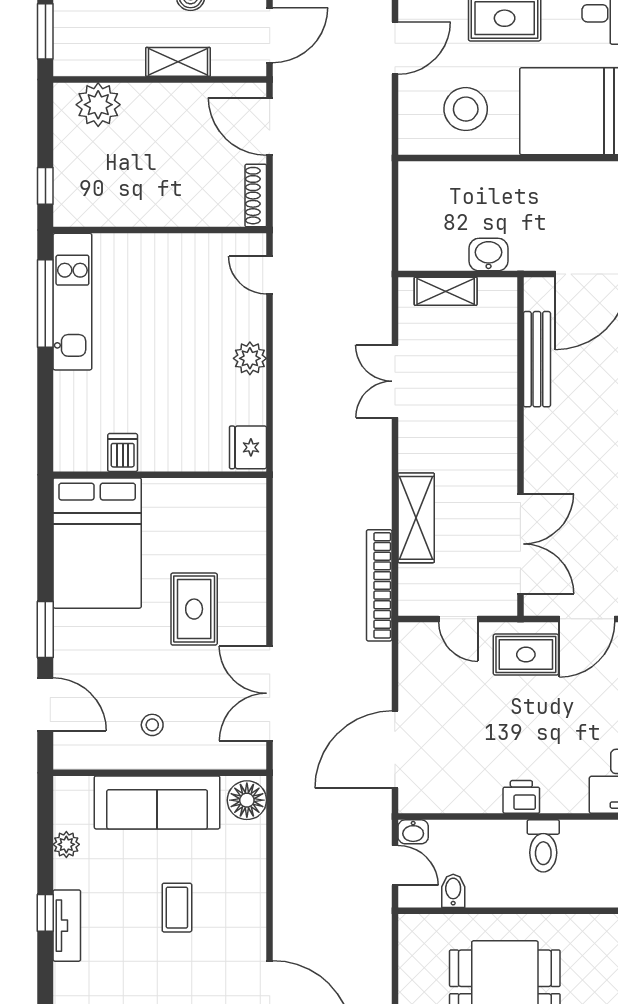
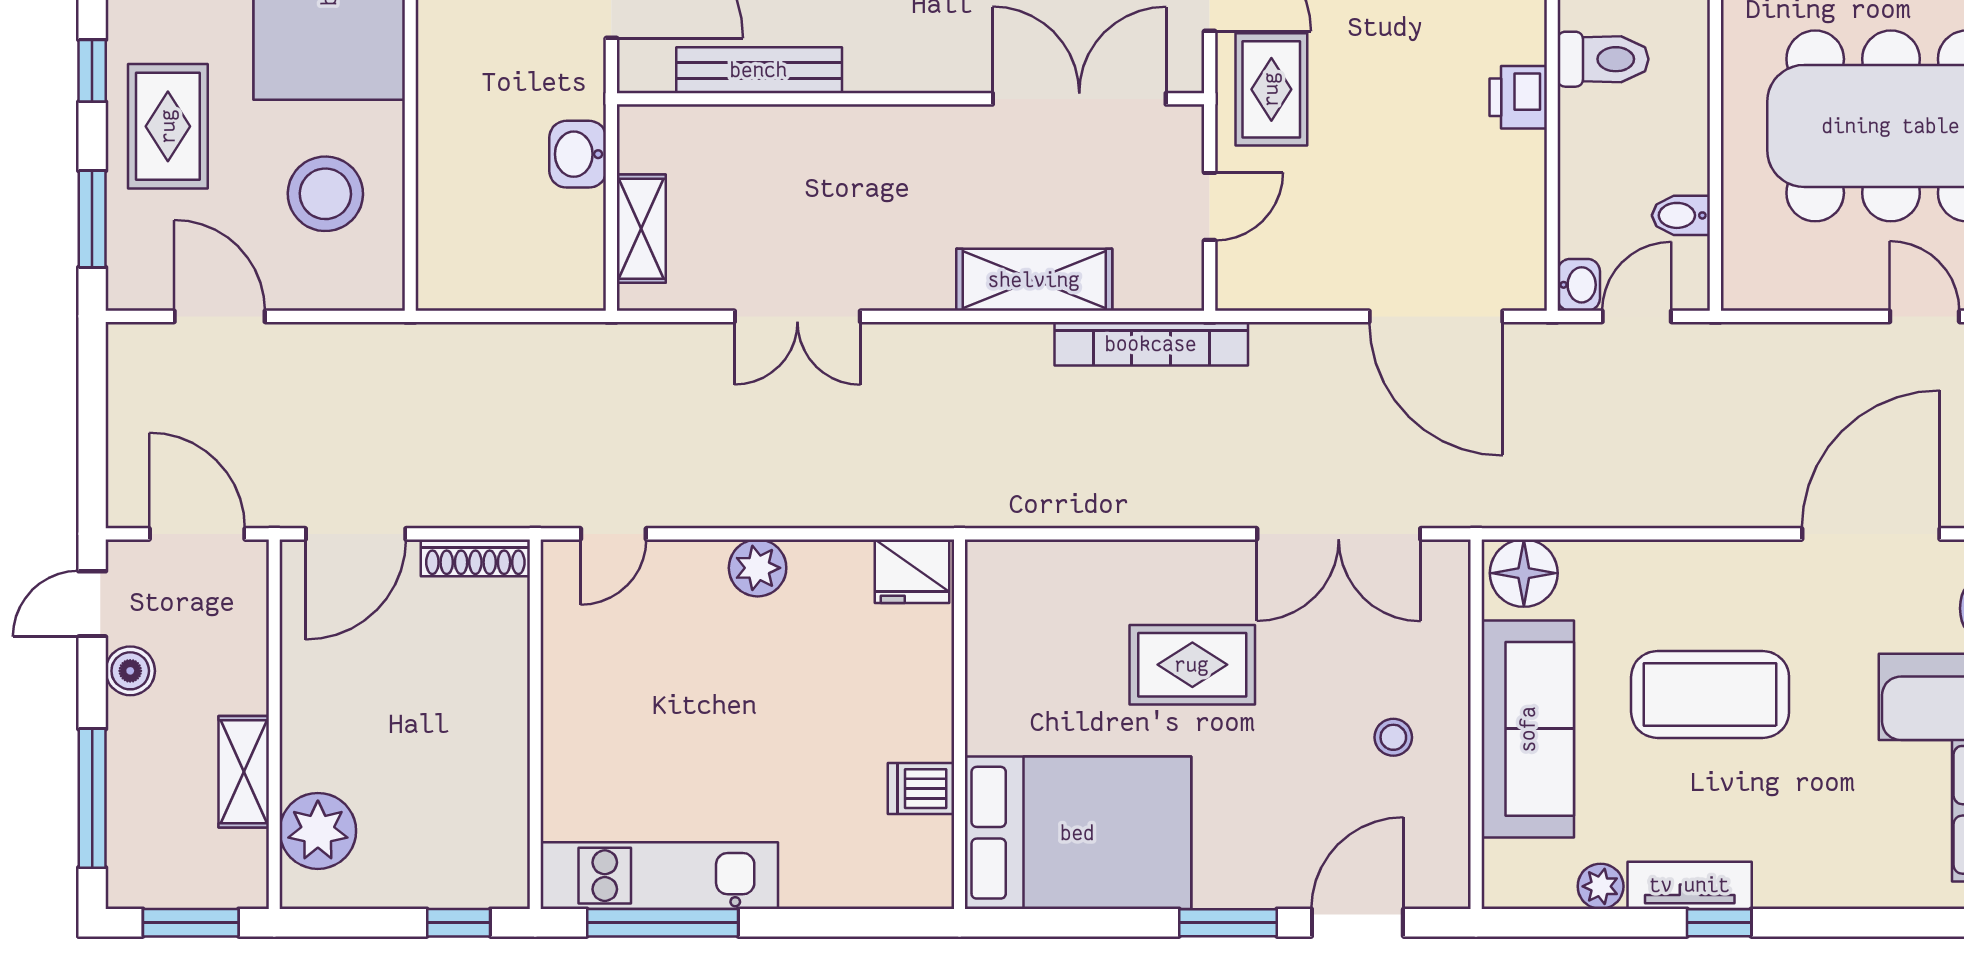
shelving: (178, 62) -> (244, 772), moved
coffee table: (177, 908) -> (1710, 694), width x1.86, depth x1.72
tv unit: (67, 926) -> (1690, 885), moved

